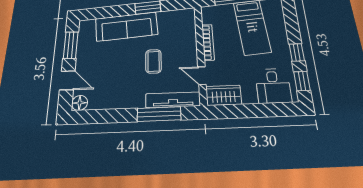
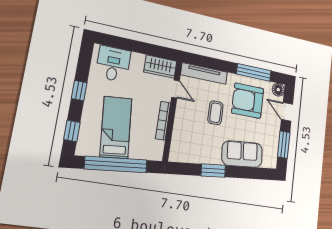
sofa: (127, 26) -> (242, 154), width x0.73
window: (302, 81) -> (72, 131), moved
armchair: (117, 82) -> (248, 101), added
window: (159, 114) -> (254, 72), moved

